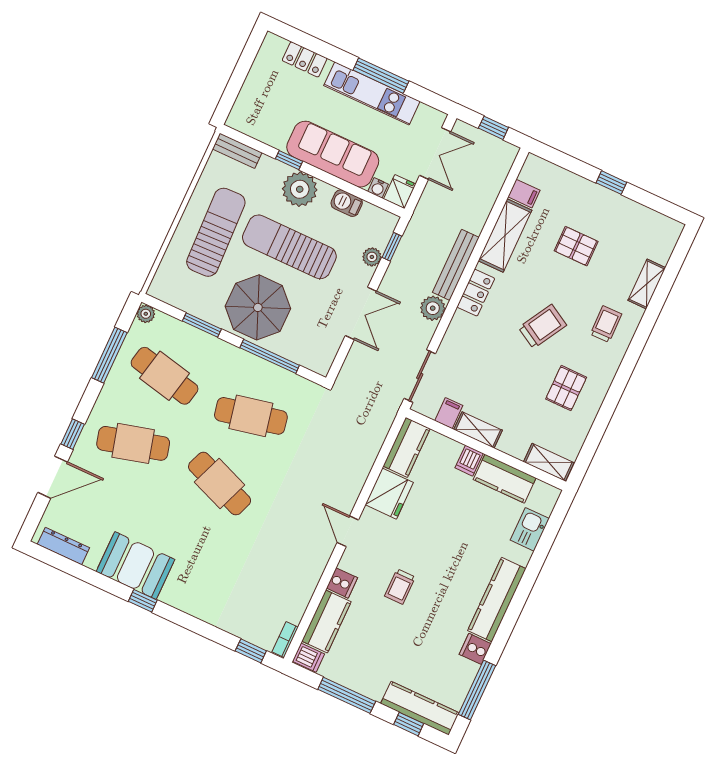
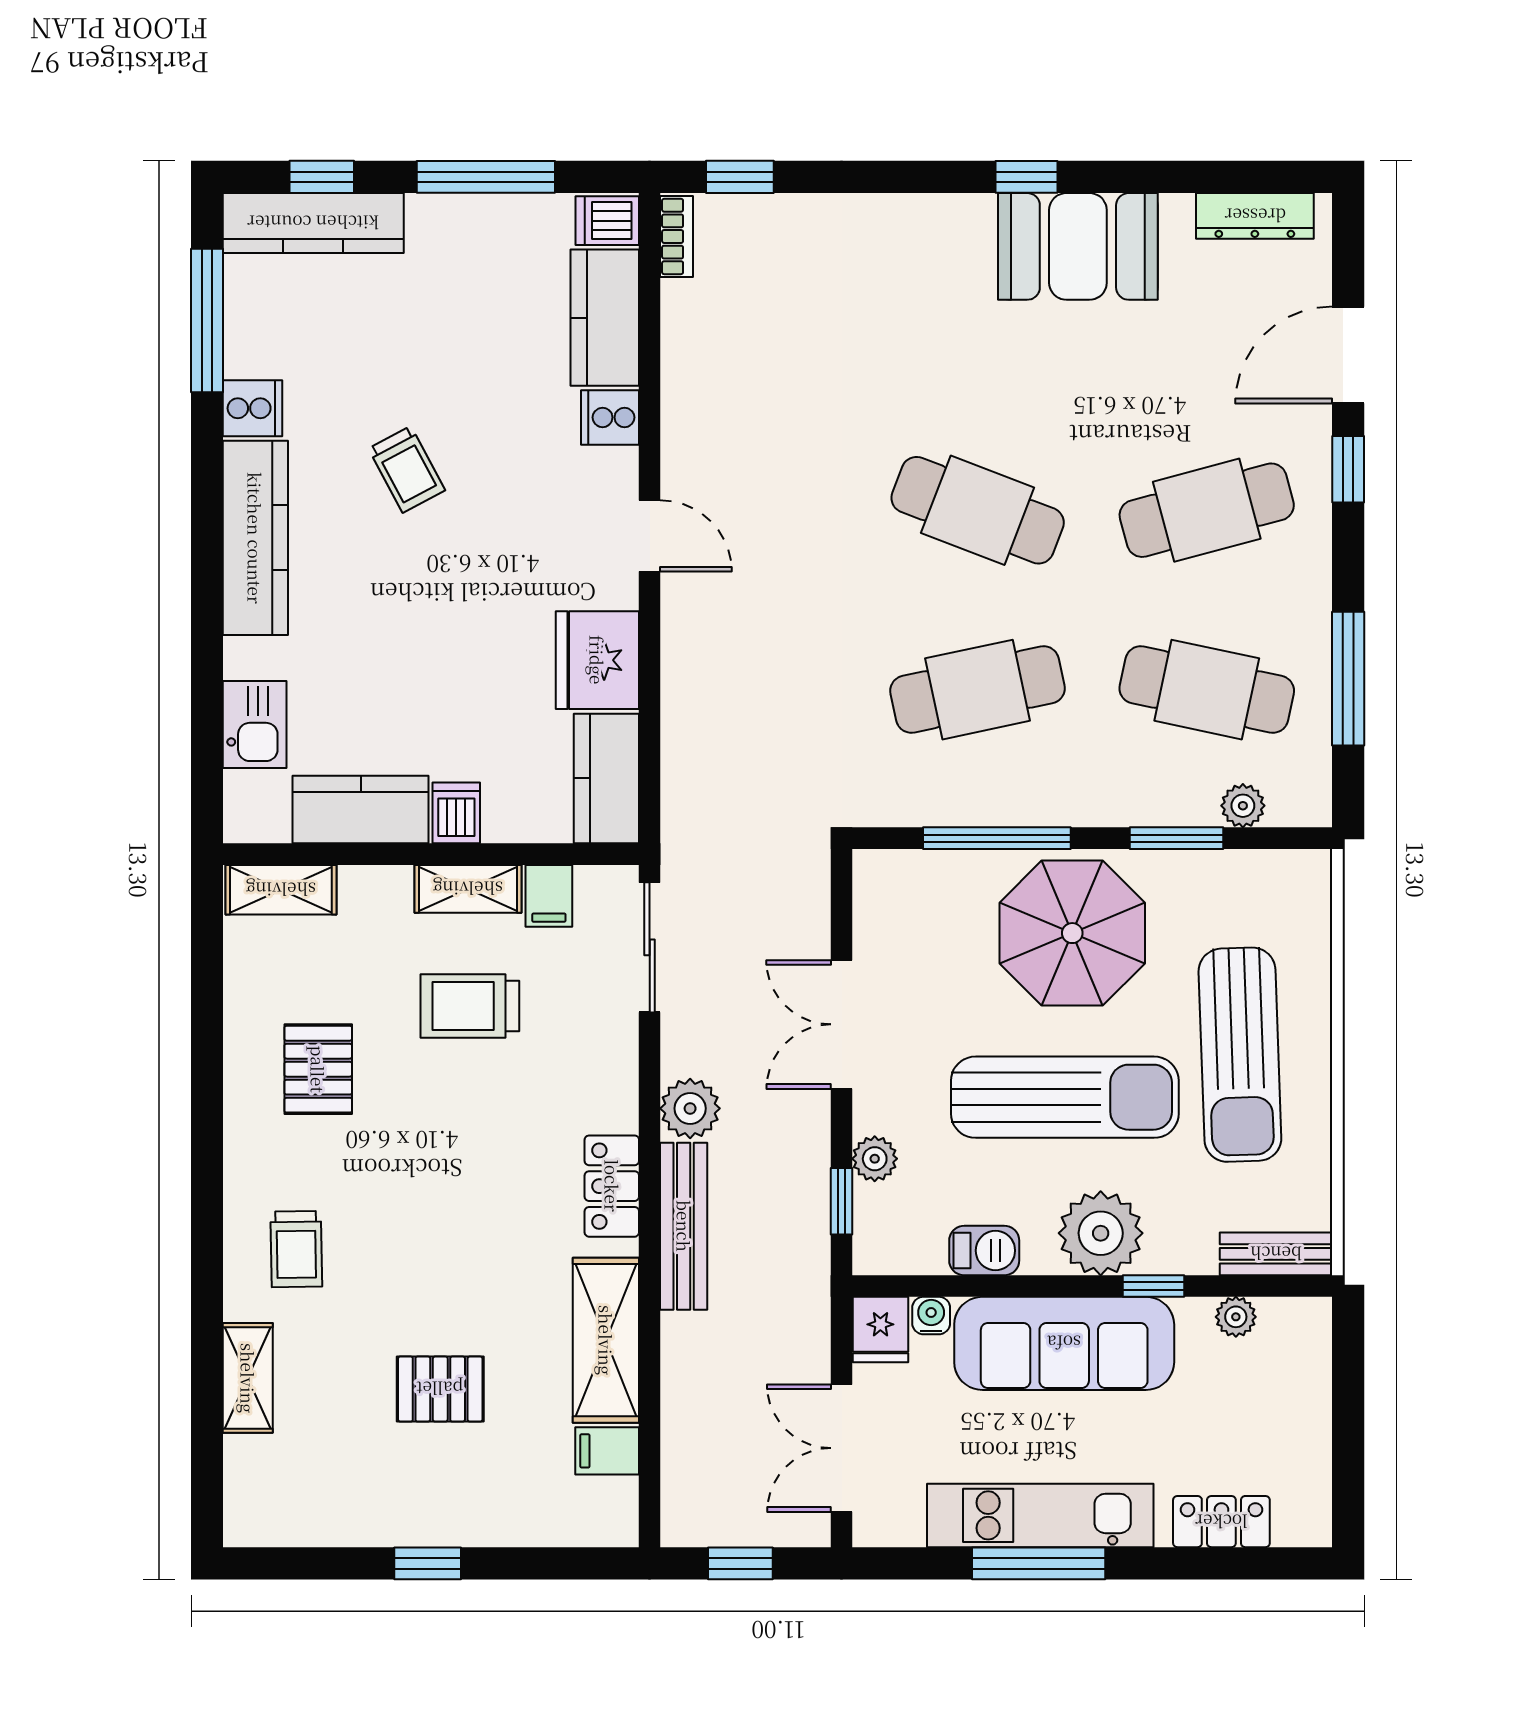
plant: (263, 134) -> (1236, 1317), added
plant: (146, 314) -> (1243, 806), moved
trolley: (542, 326) -> (470, 1006), moved, turned 60
trolley: (400, 587) -> (407, 469), moved, turned 152

